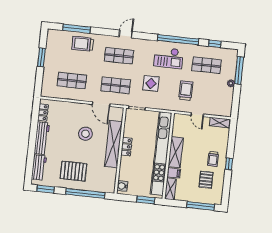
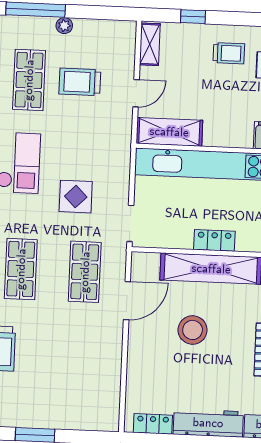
shop shelf: (72, 81) -> (81, 366), removed
trolley: (186, 91) -> (80, 82), moved
shelving: (176, 152) -> (169, 132), moved
window: (229, 164) -> (193, 17), moved

